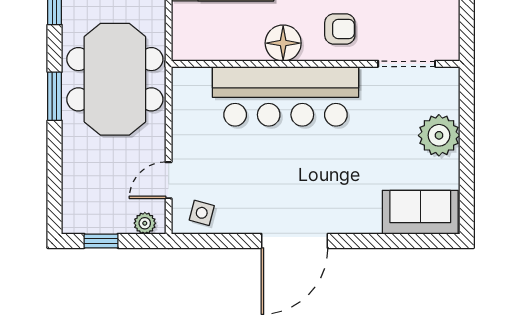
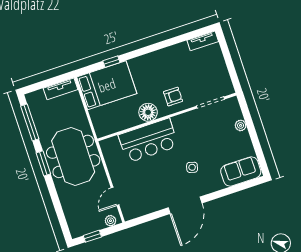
window: (55, 96) -> (43, 163), moved
bar counter: (285, 96) -> (148, 141), width x0.73
plant: (439, 135) -> (241, 125), width x0.53, depth x0.53
side table: (202, 213) -> (192, 167), moved

